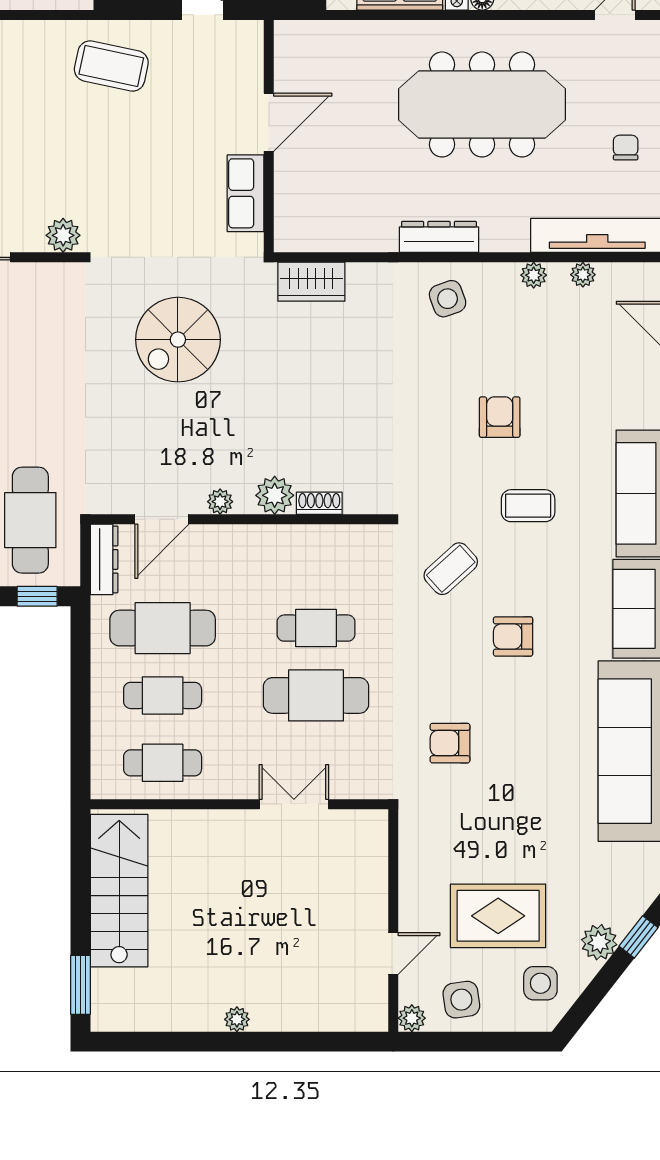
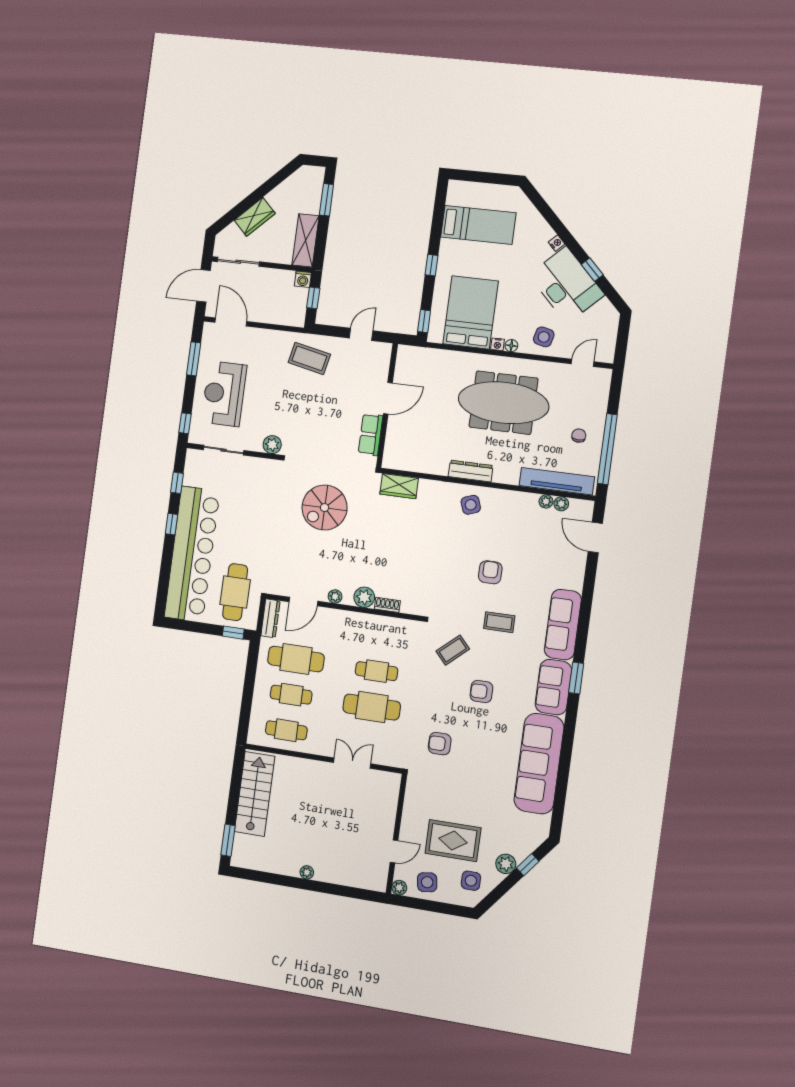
plant: (534, 275) -> (561, 504), moved

